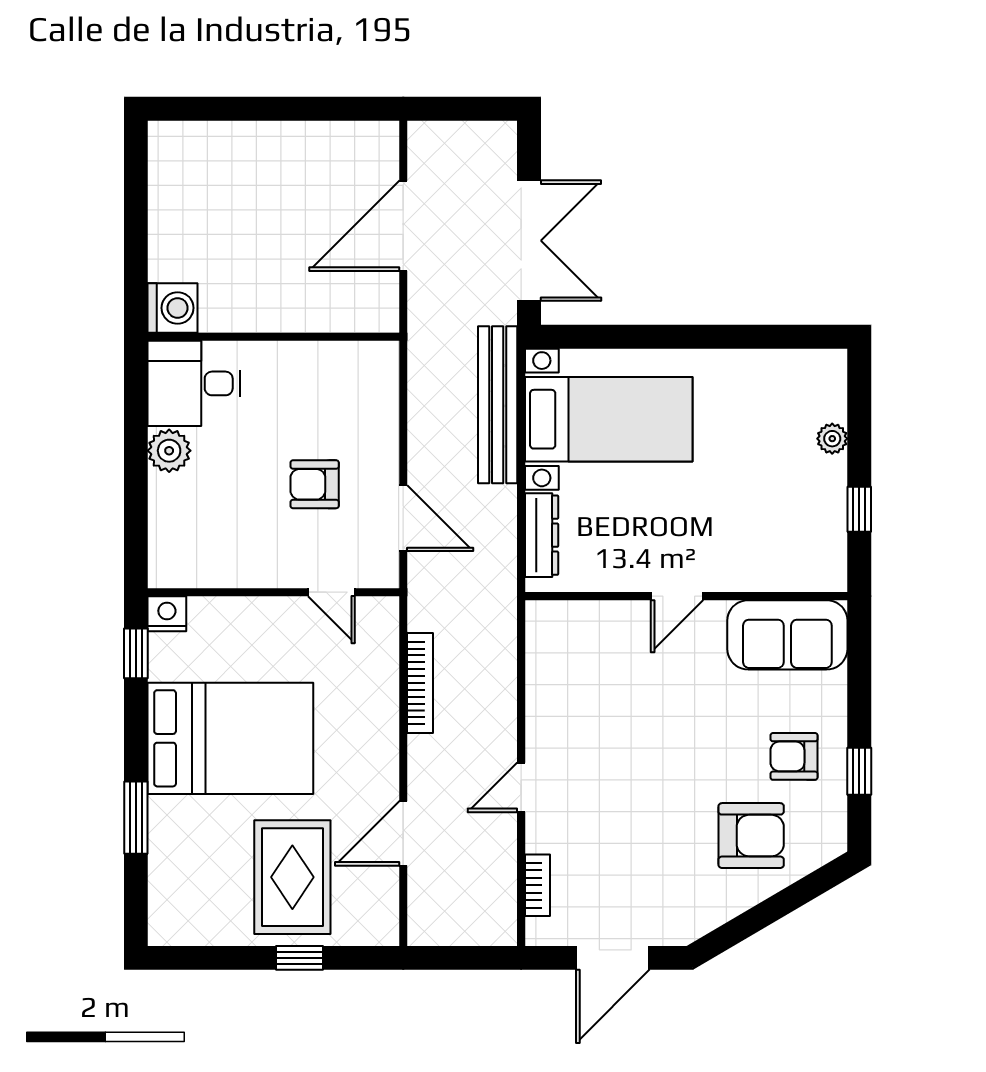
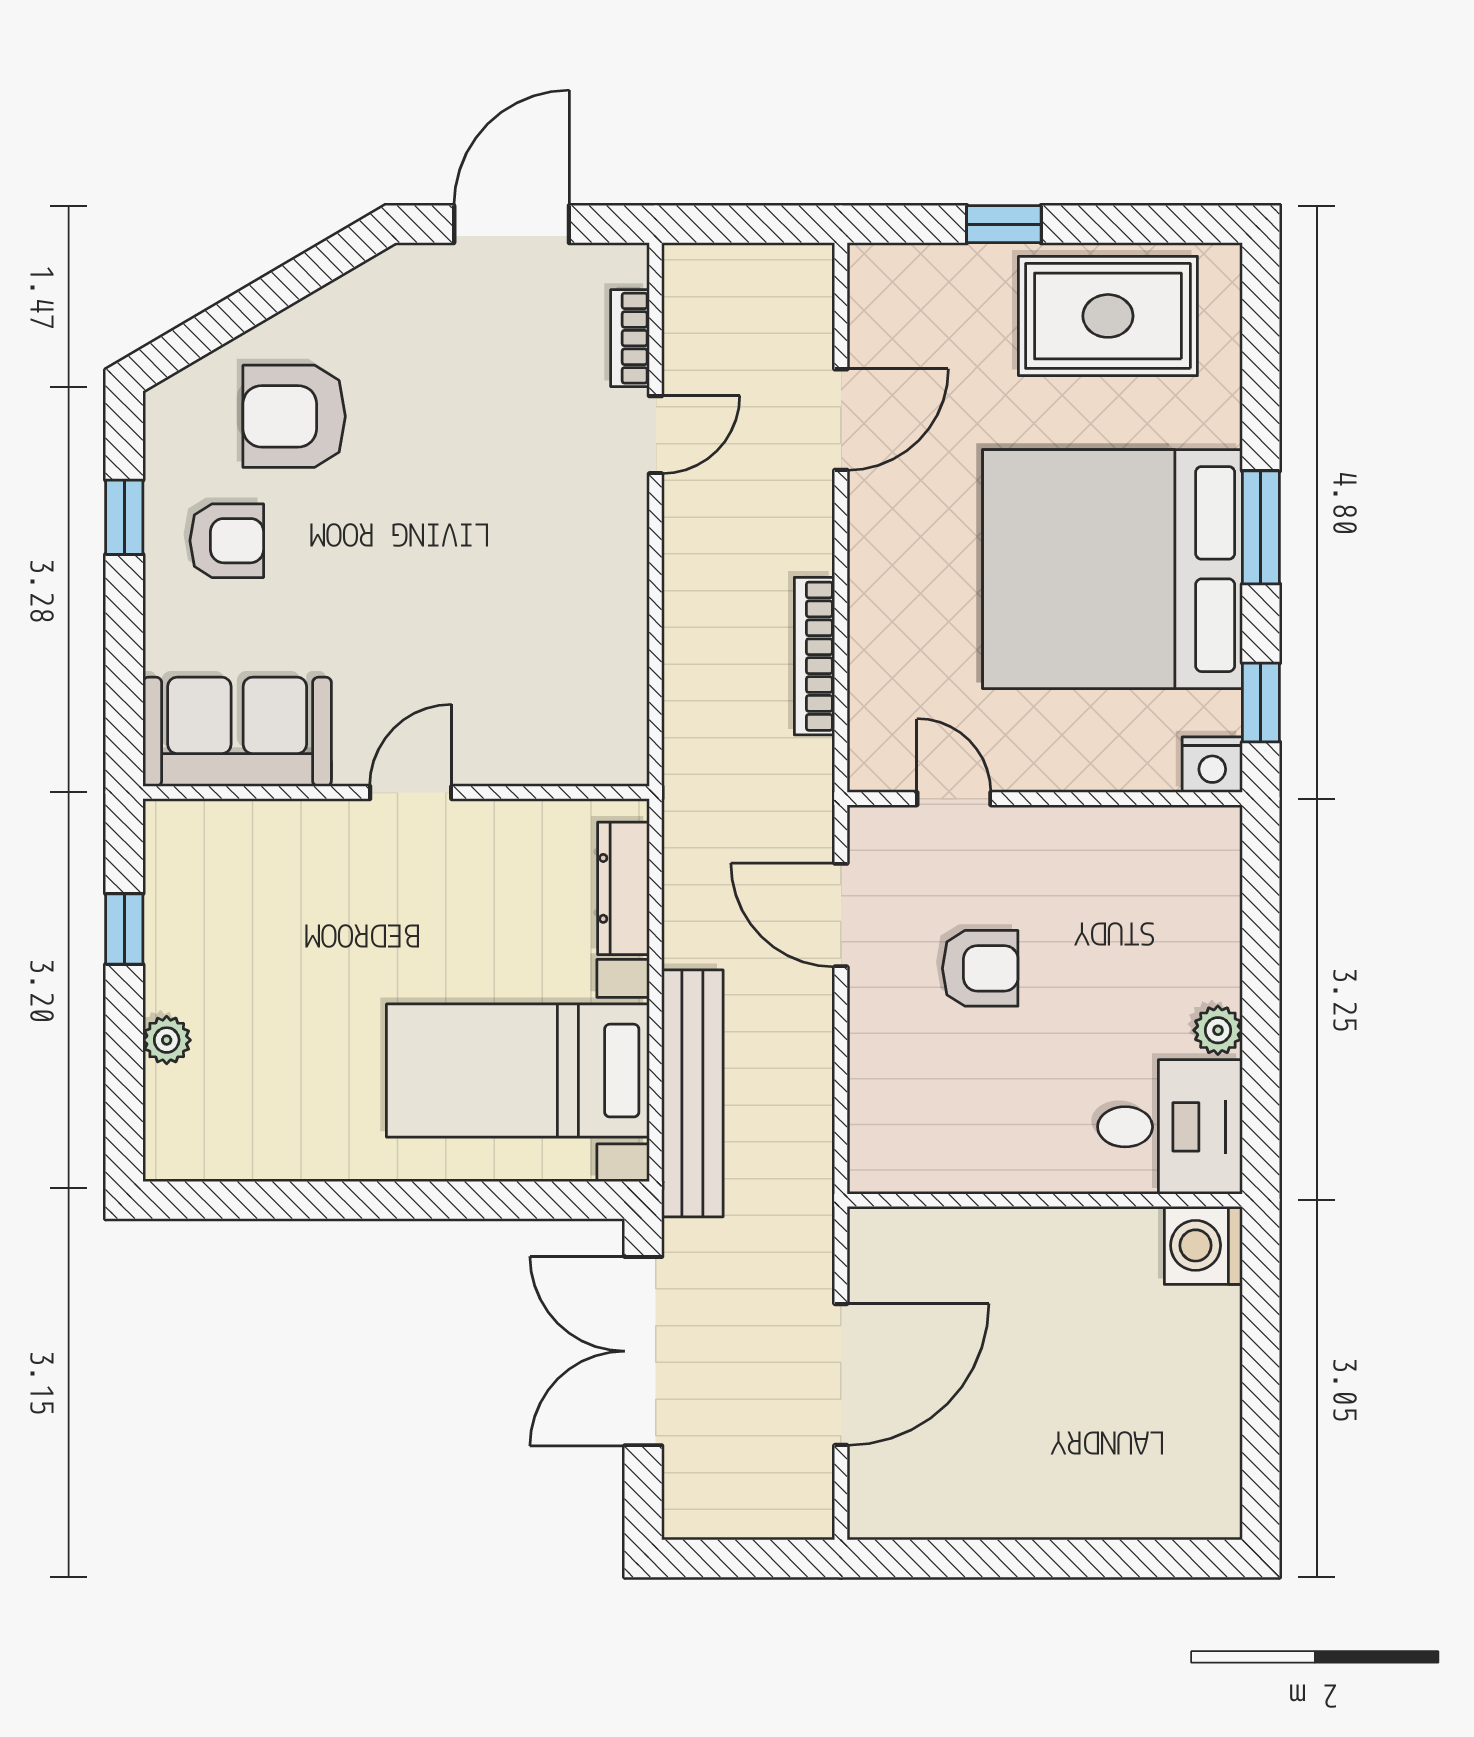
plant: (169, 451) -> (1218, 1030), width x0.73, depth x0.73
bed: (230, 738) -> (1112, 569), width x1.36
door: (521, 787) -> (656, 435), moved
window: (136, 818) -> (1261, 527), moved
rug: (292, 877) -> (1108, 316), moved, turned 90

